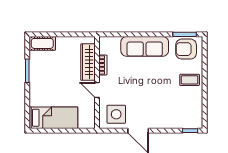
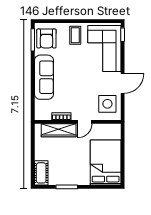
corner sofa: (175, 111) -> (104, 48), added
bed: (53, 118) -> (106, 162), width x1.50

